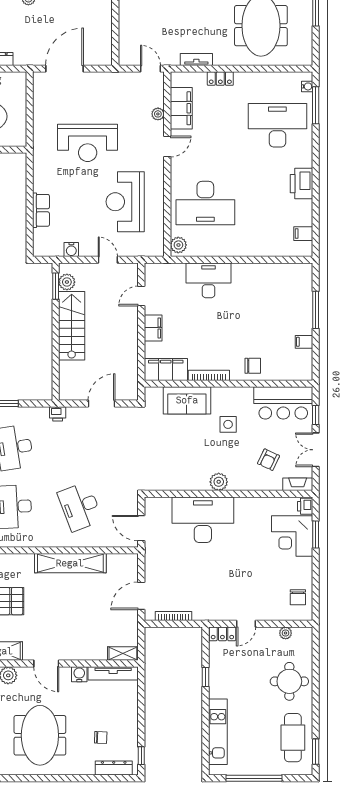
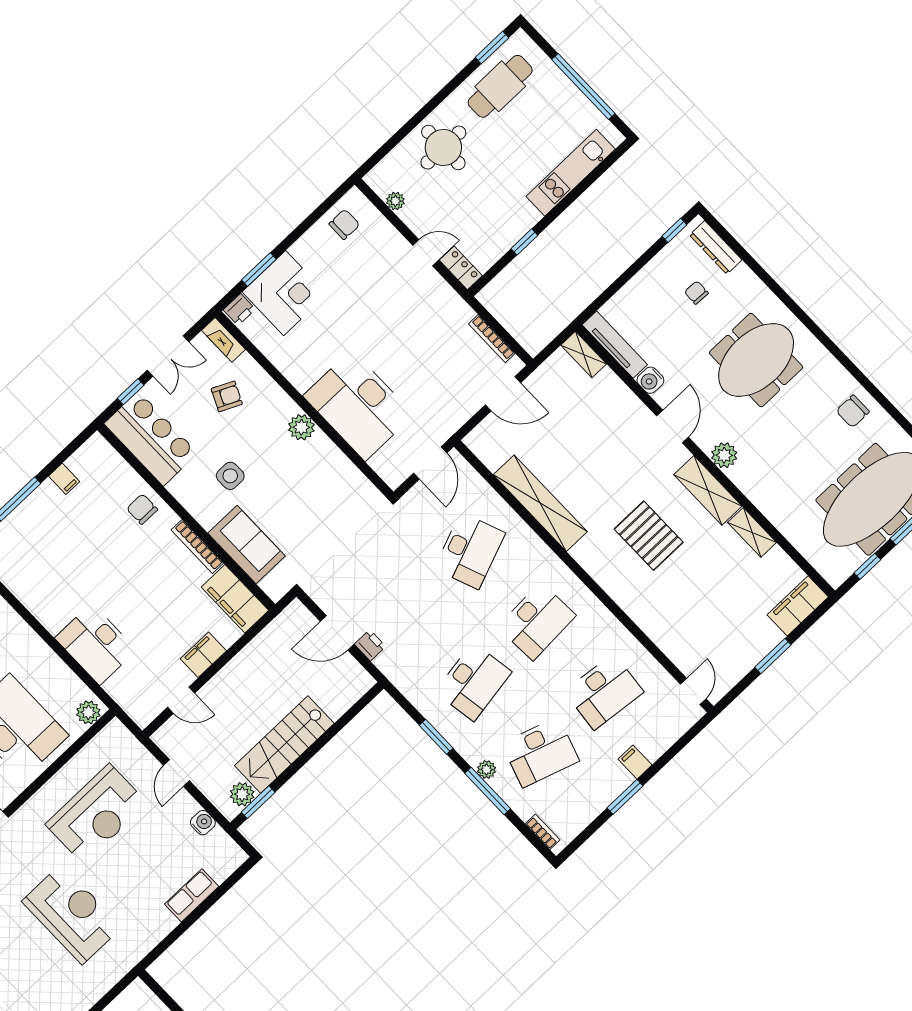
printer: (58, 414) -> (370, 645), moved

